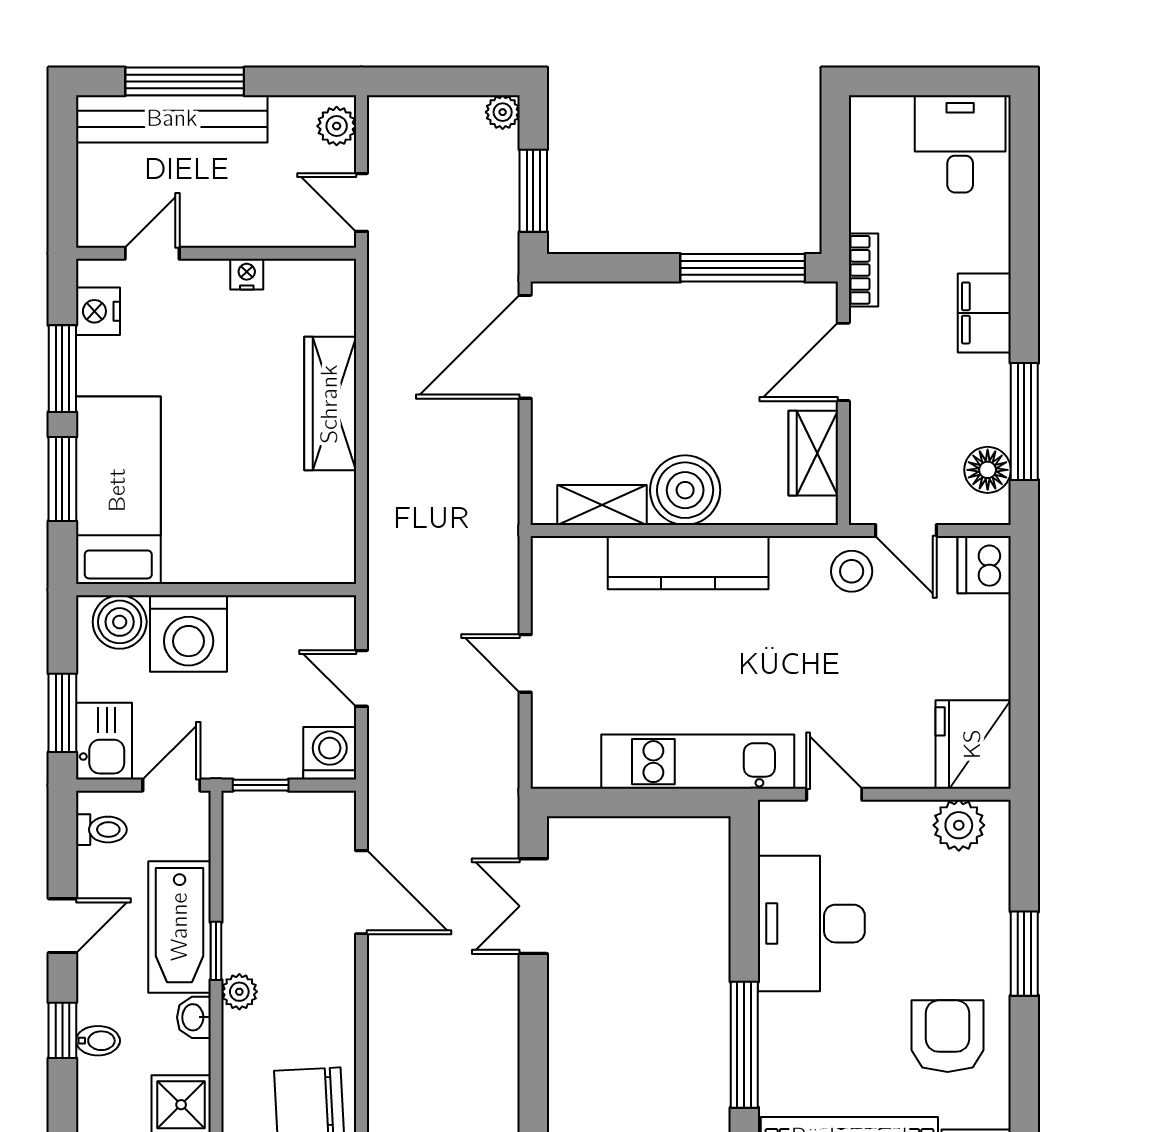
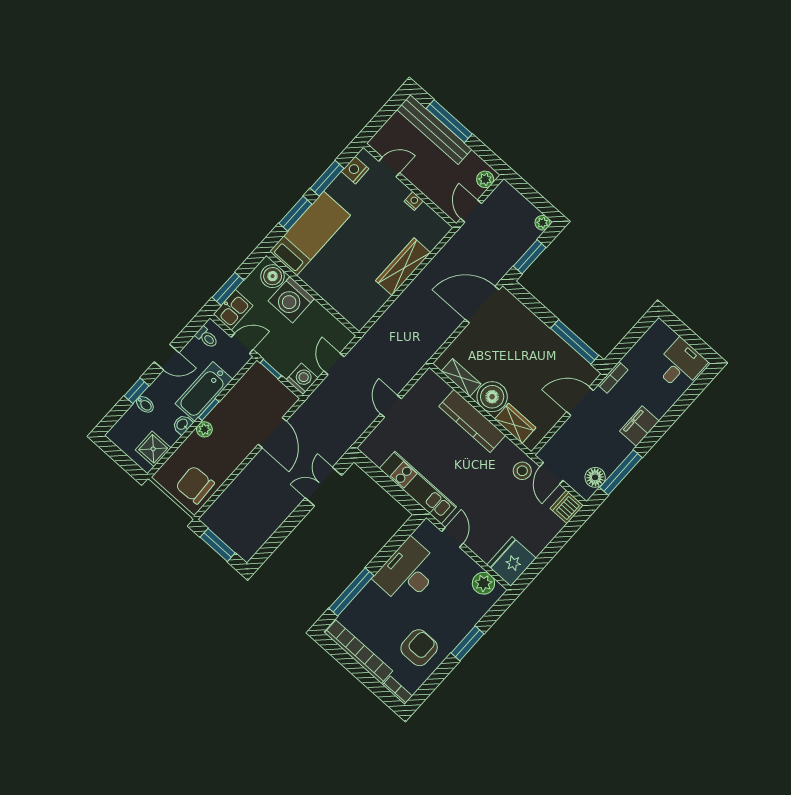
wardrobe: (813, 453) -> (515, 423), moved, turned 90

